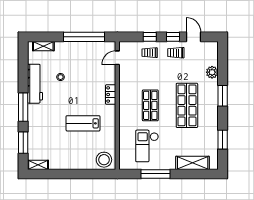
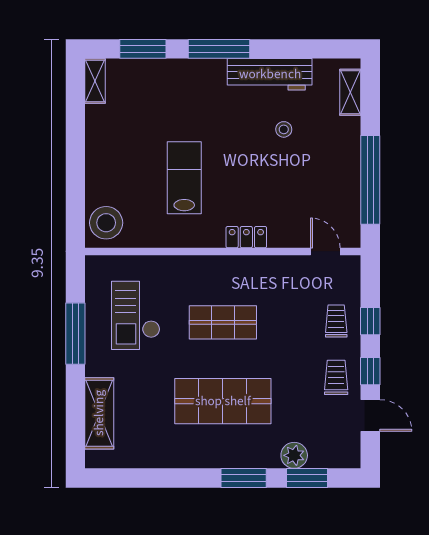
door: (194, 37) -> (370, 415), hinge flipped
window: (223, 140) -> (307, 478), moved
checkout: (147, 146) -> (136, 315), turned -90

